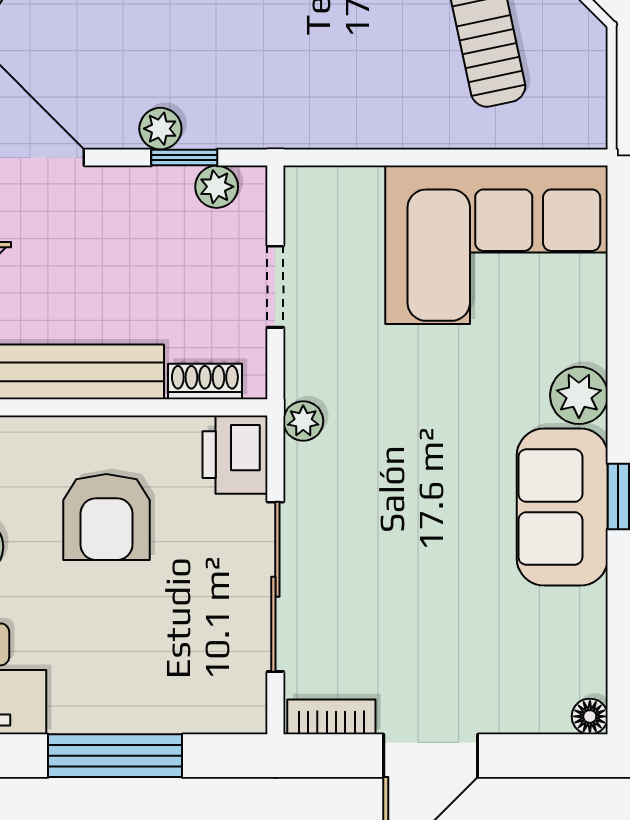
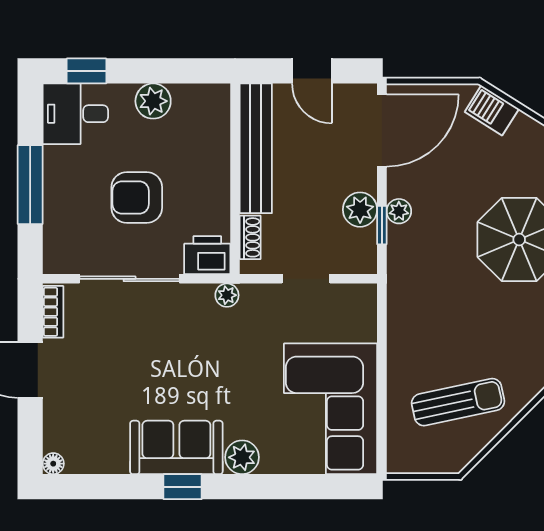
plant: (217, 187) -> (360, 210), moved, width x1.38, depth x1.38
armchair: (106, 517) -> (137, 197), moved

